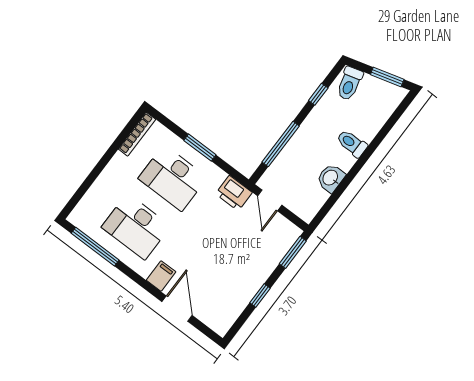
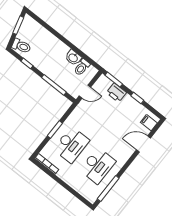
toilet: (352, 143) -> (82, 67), moved
printer: (234, 193) -> (116, 93), moved, turned 90
filing cabinet: (161, 276) -> (149, 123), moved

